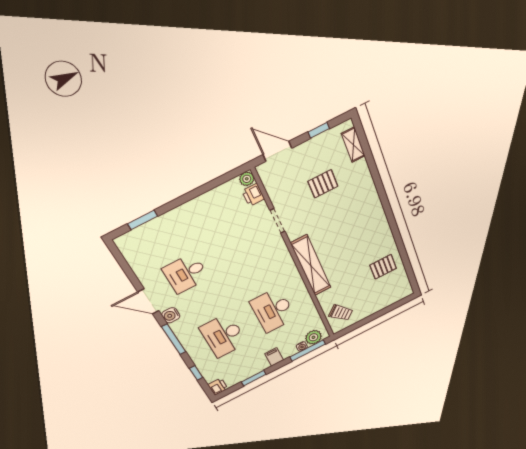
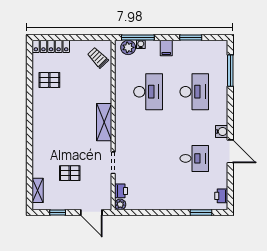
shelving: (311, 266) -> (104, 122), width x0.68
locker: (393, 298) -> (51, 46), added
window: (174, 339) -> (230, 110), removed
window: (196, 373) -> (230, 71), width x2.17
printer: (218, 387) -> (221, 196), moved

